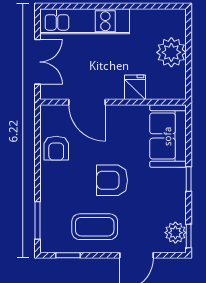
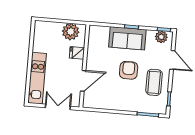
plant: (171, 52) -> (71, 32), moved
sofa: (168, 136) -> (127, 38), moved
armchair: (56, 148) -> (108, 100), removed
armchair: (112, 180) -> (129, 70), turned 180

